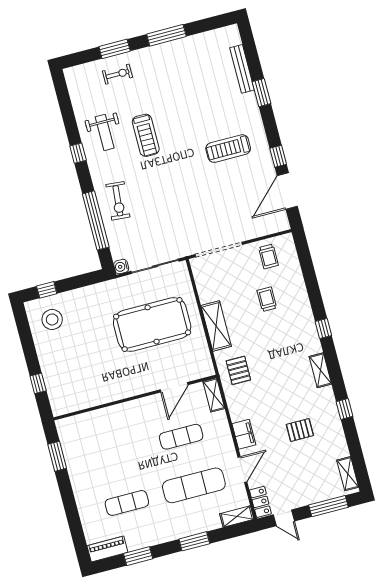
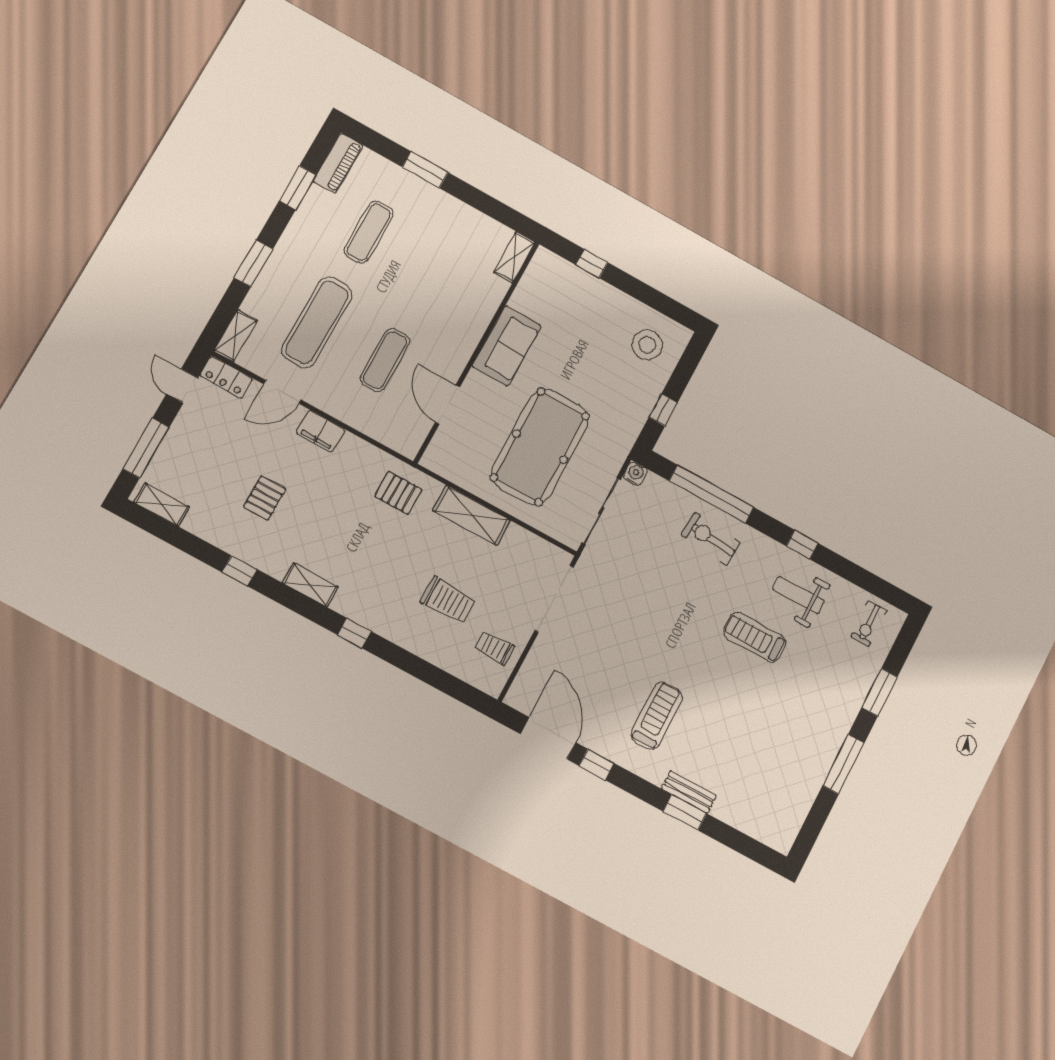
bench: (242, 69) -> (689, 792), moved, width x0.73
exercise bike: (117, 74) -> (869, 624), moved
window: (47, 290) -> (663, 410), moved
trolley: (267, 299) -> (448, 600), width x1.36, depth x1.39
sofa: (118, 386) -> (507, 346), added
shelving: (214, 395) -> (514, 257), moved, turned 90
window: (57, 456) -> (425, 170), moved
door: (242, 470) -> (282, 392), hinge flipped
door: (284, 518) -> (182, 386), hinge flipped

